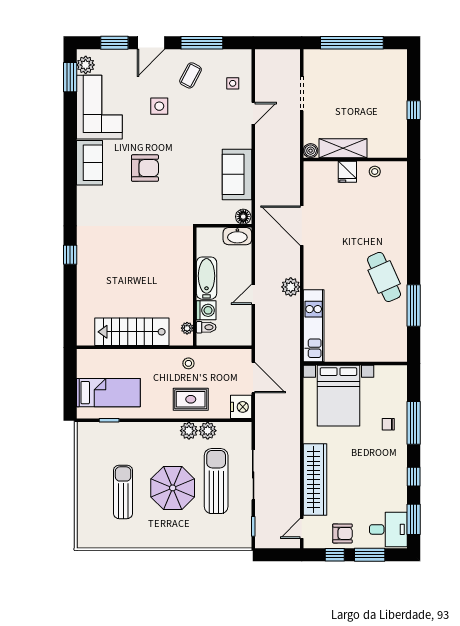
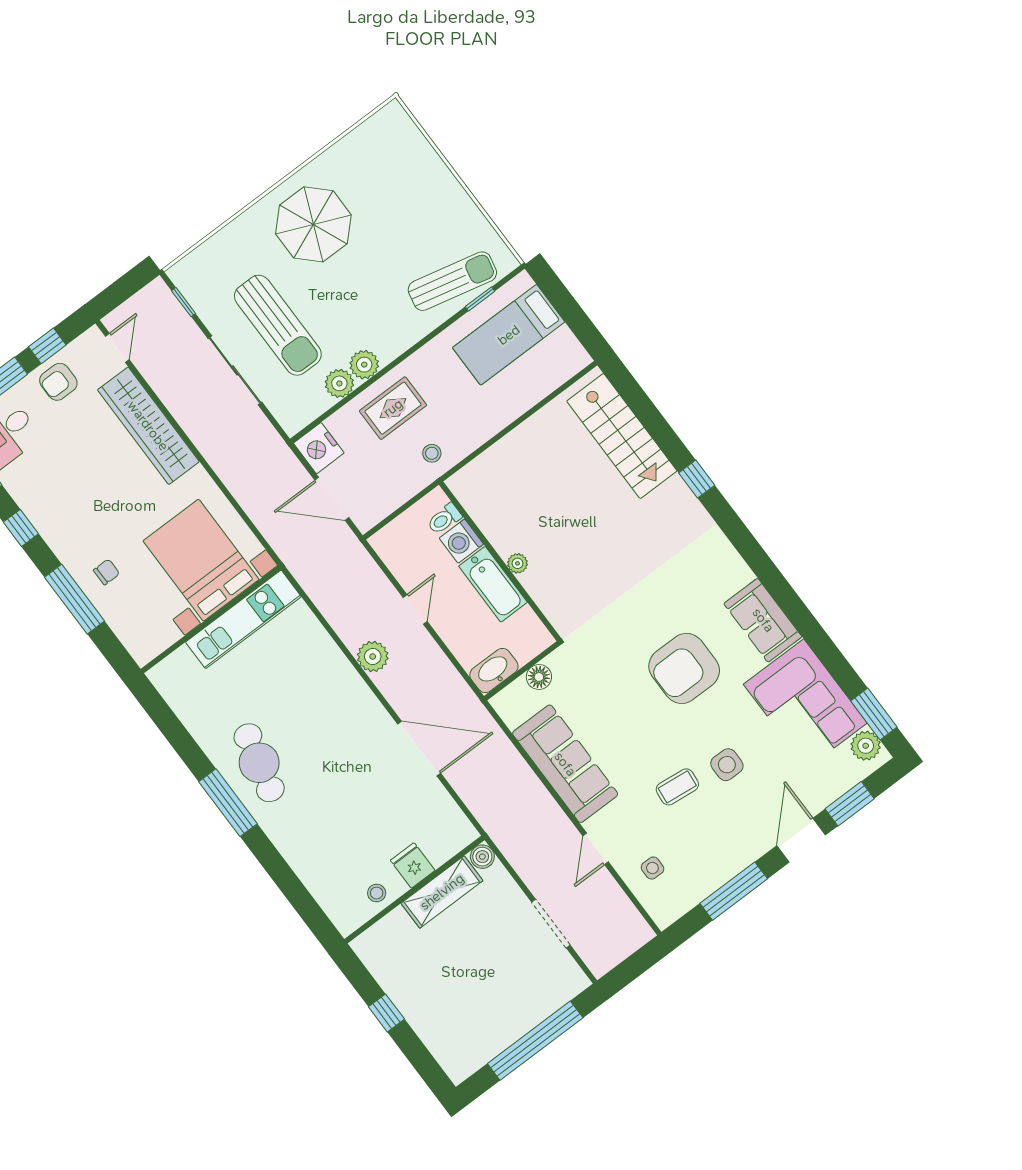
coffee table: (191, 75) -> (677, 787), moved, turned 68
armchair: (145, 168) -> (684, 668), width x1.36, depth x1.36
sofa: (237, 174) -> (565, 764), width x1.36
floor lamp: (243, 217) -> (539, 677), moved
cafe table: (384, 277) -> (259, 763), turned 38
window: (414, 305) -> (228, 803), moved
kitchen unit: (314, 326) -> (243, 619), moved, turned -90
plant: (187, 328) -> (517, 563), moved
stairs: (132, 332) -> (622, 436), moved, turned 90
parasol: (173, 488) -> (313, 224), moved
sun lounger: (123, 492) -> (452, 281), moved, turned -77

